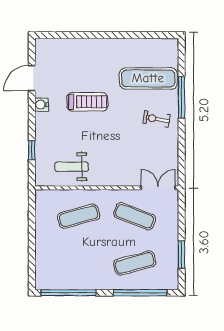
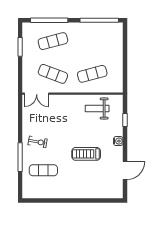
exercise mat: (148, 78) -> (43, 170), width x0.73, depth x0.69
water cooler: (41, 105) -> (118, 141), moved
weight bench: (72, 167) -> (97, 108), turned 180

